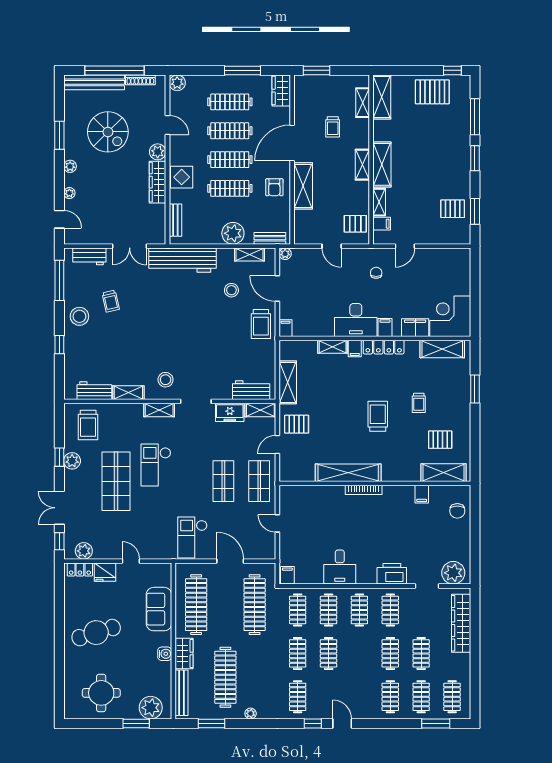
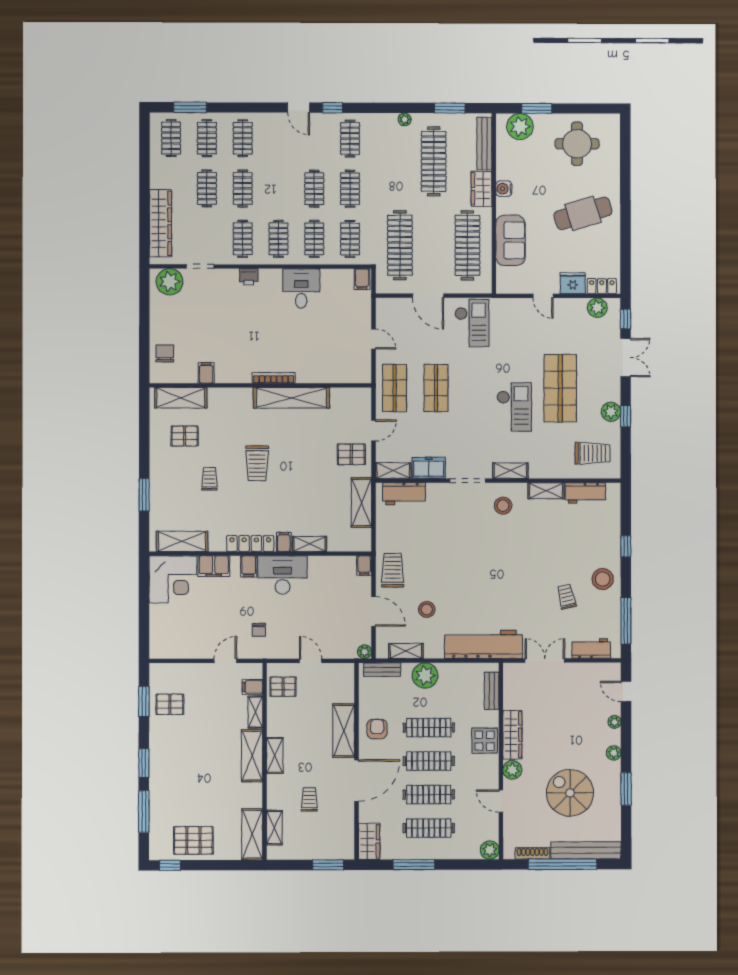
trolley: (88, 425) -> (593, 453), turned 90
printer: (392, 574) -> (249, 277), width x0.53, depth x0.68

